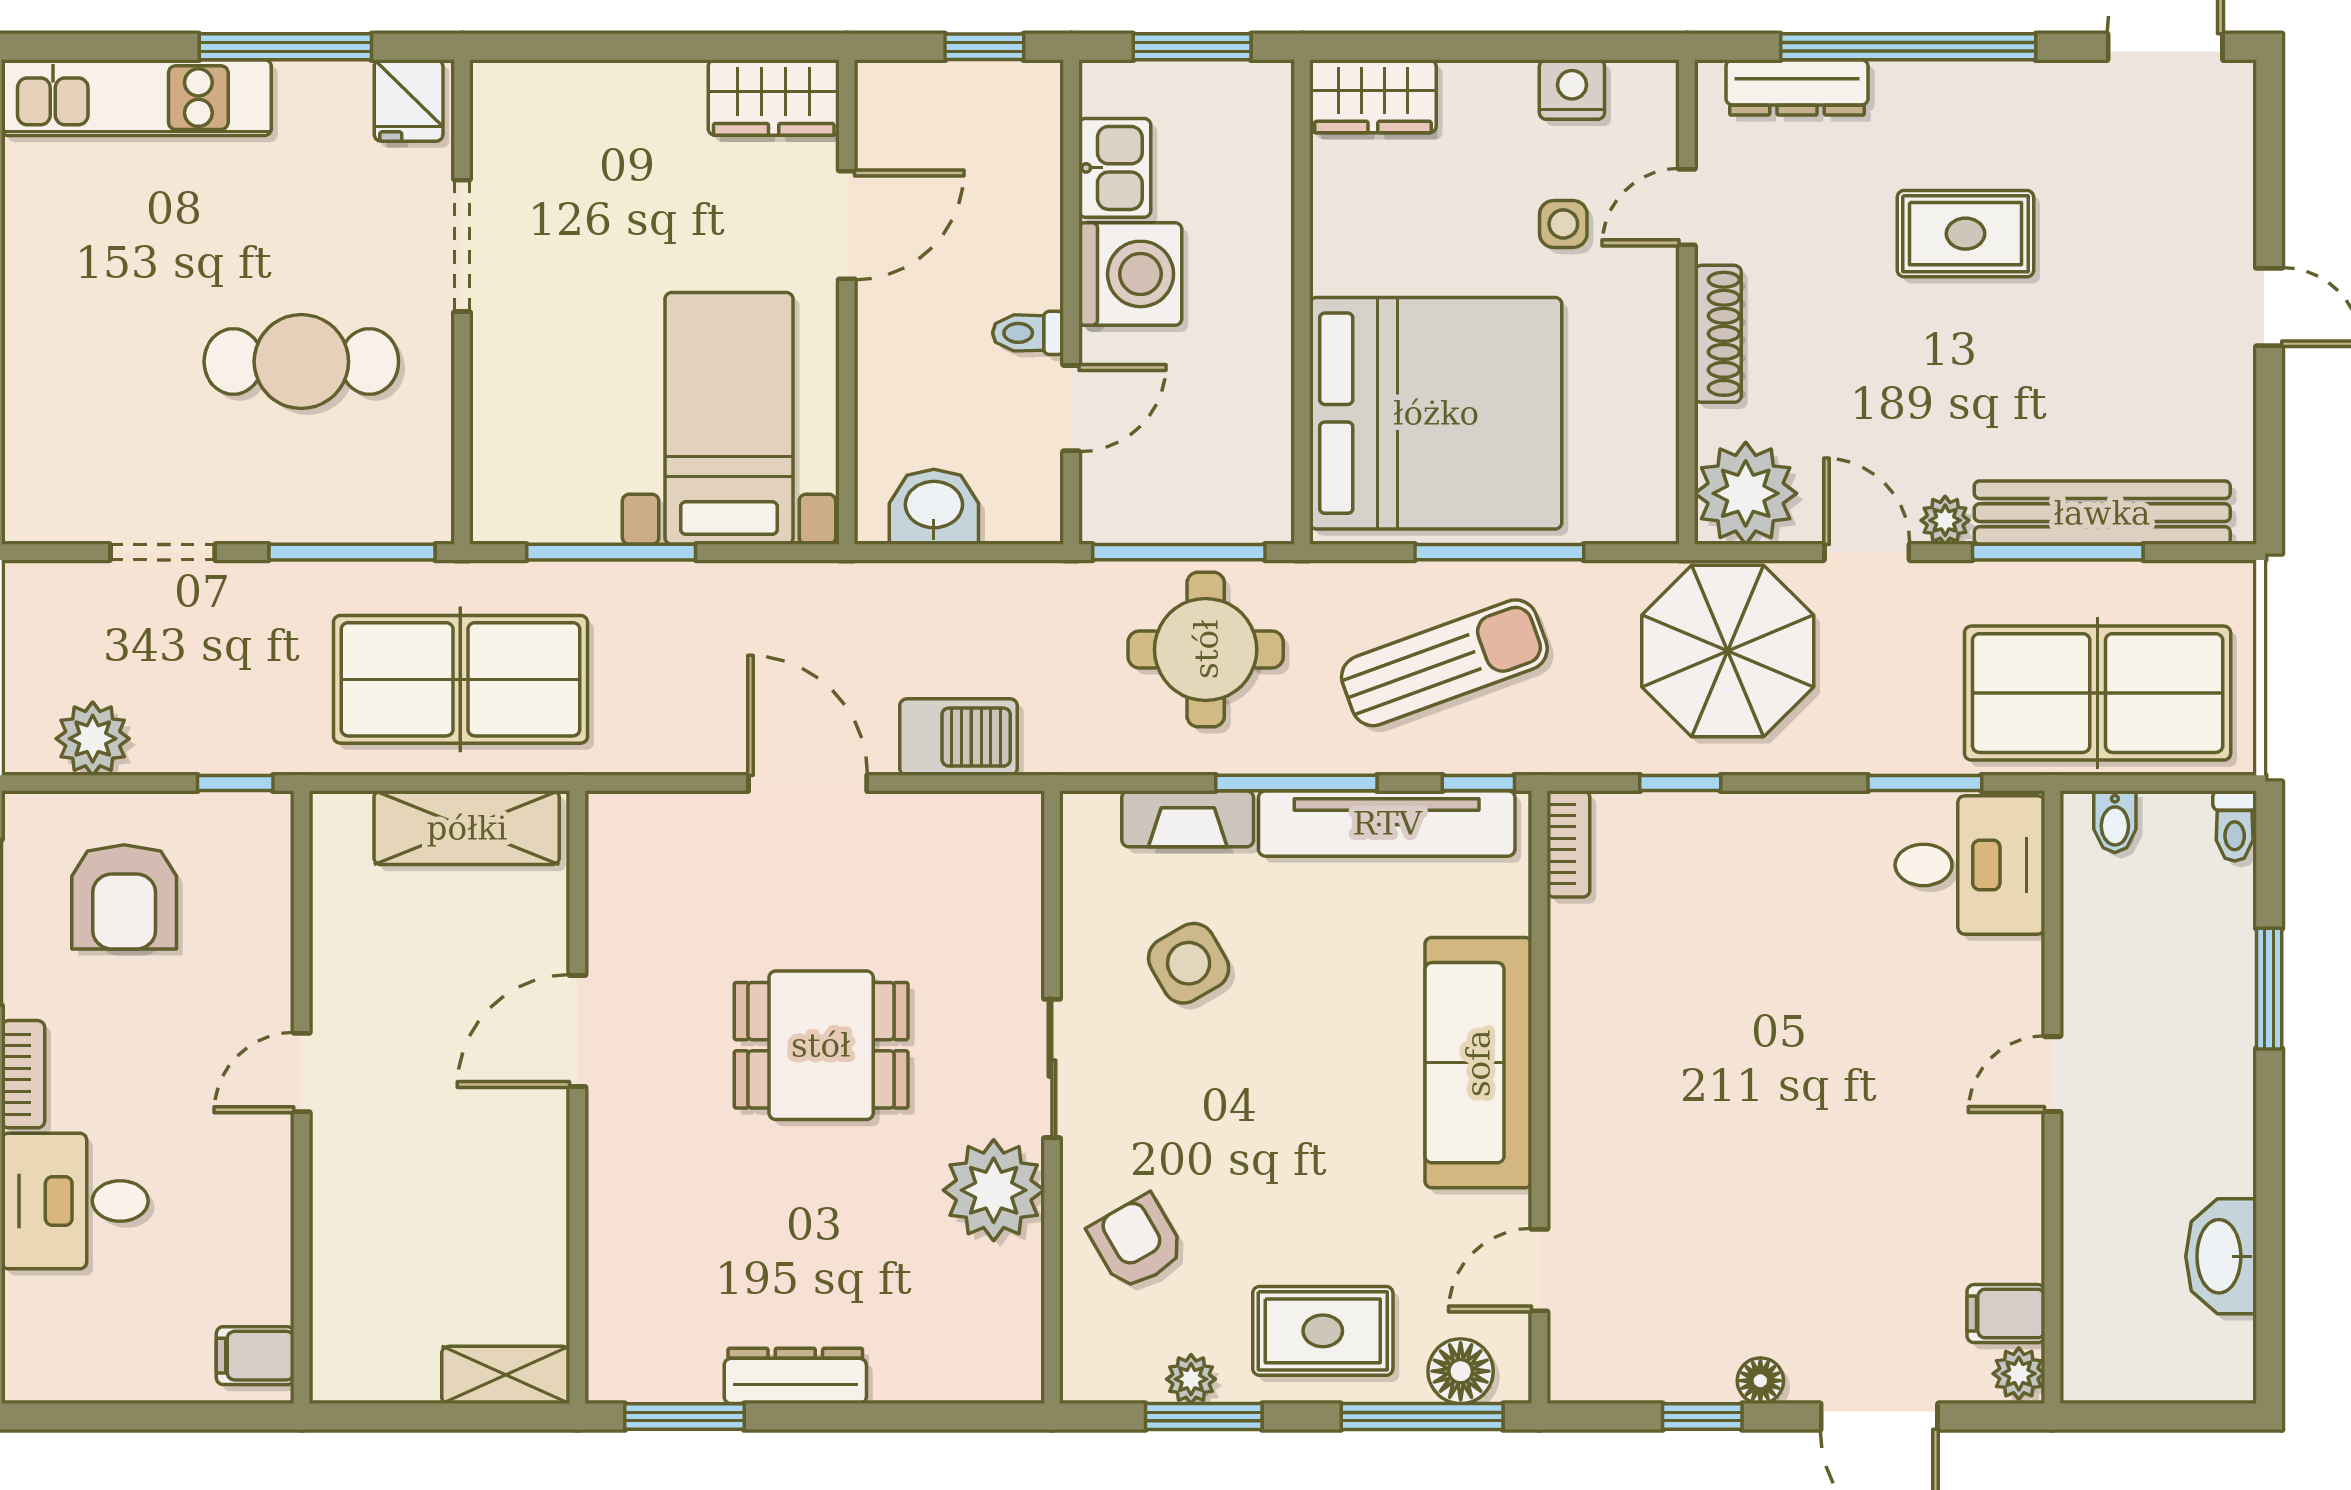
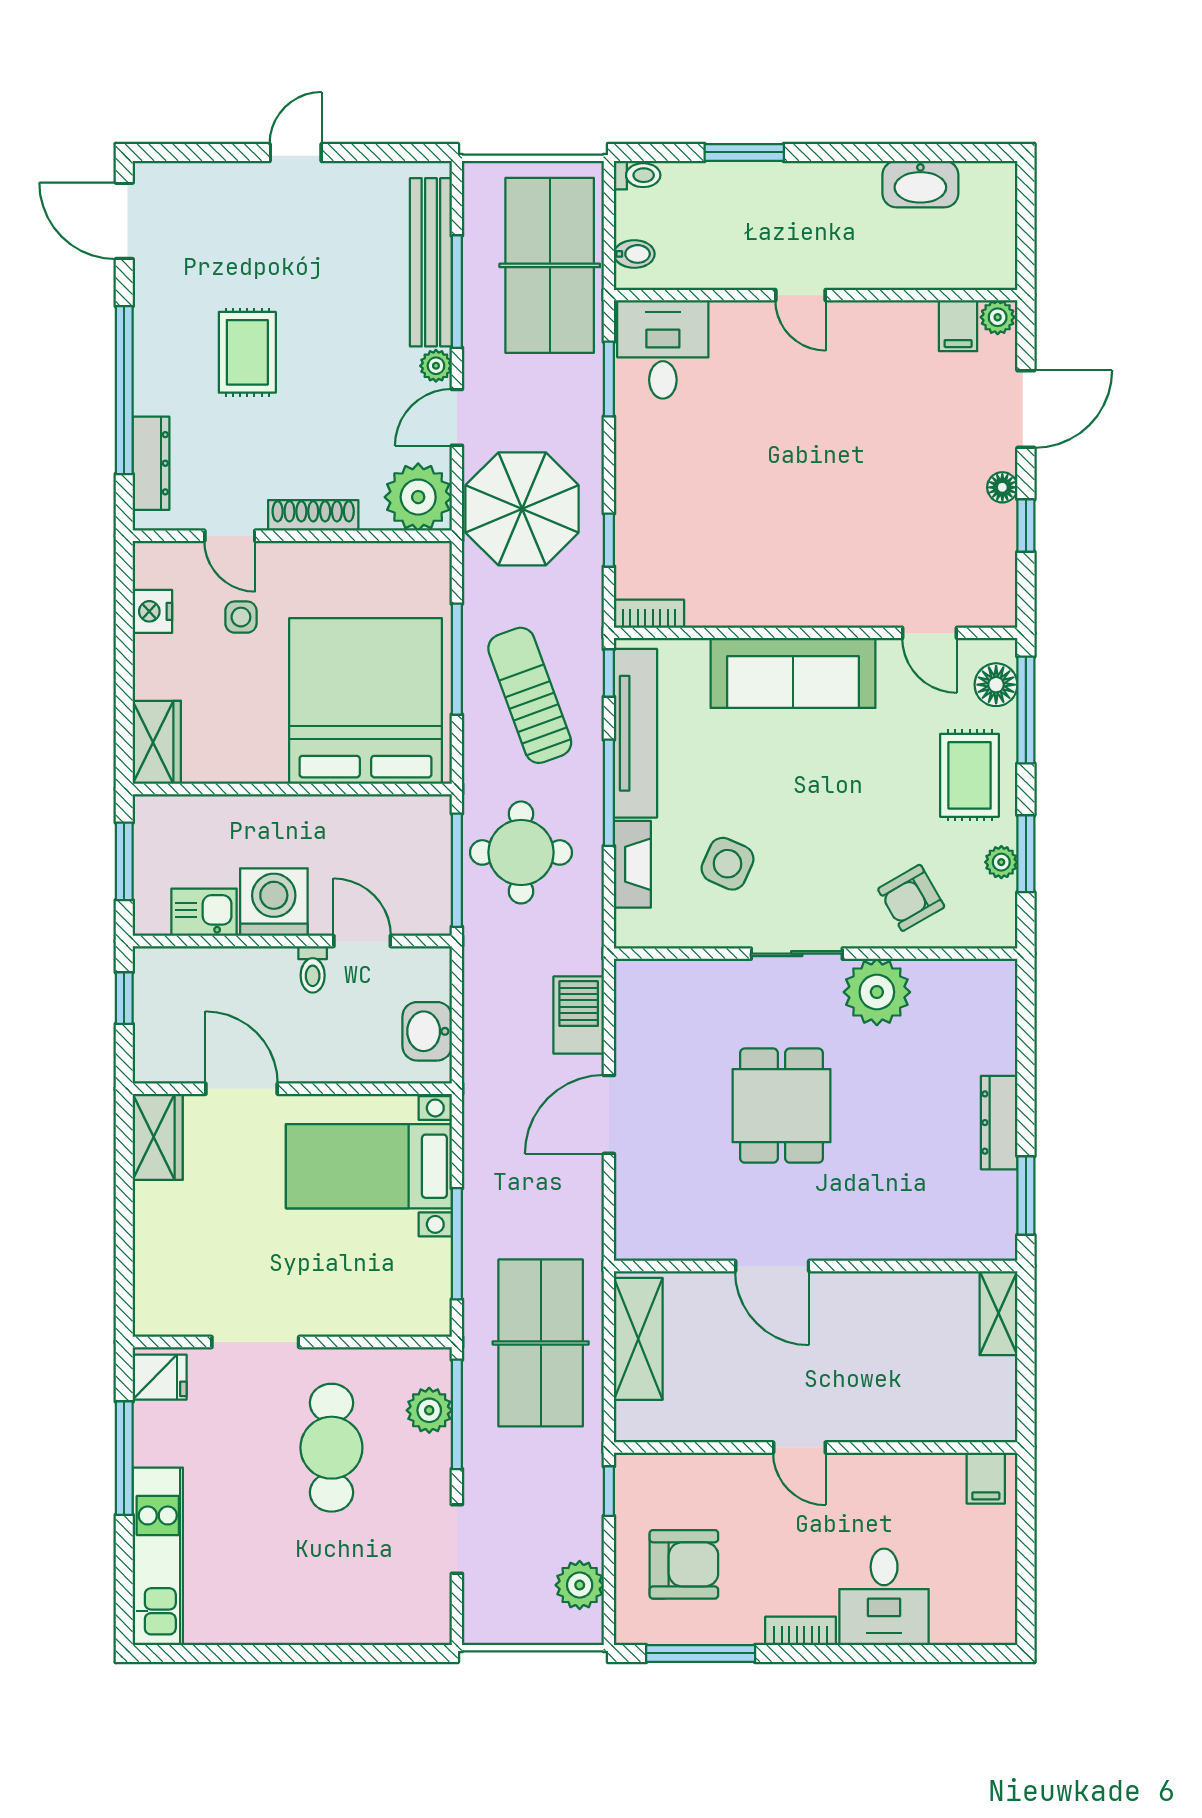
plant: (358, 510) -> (429, 1410), added
side table: (1189, 963) -> (728, 864), turned -36

